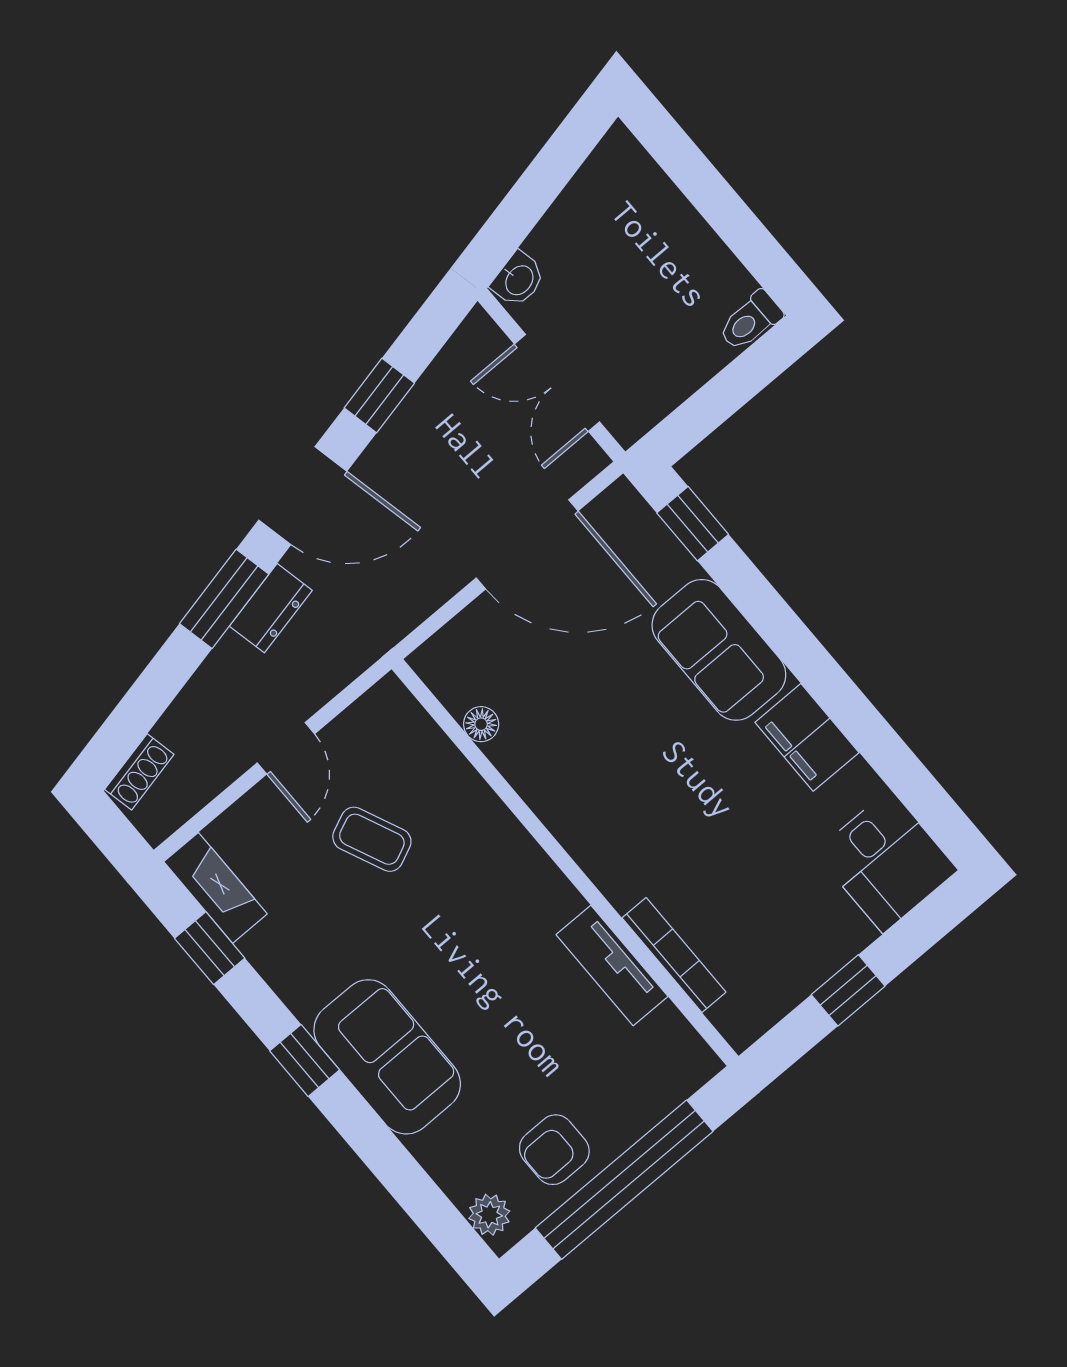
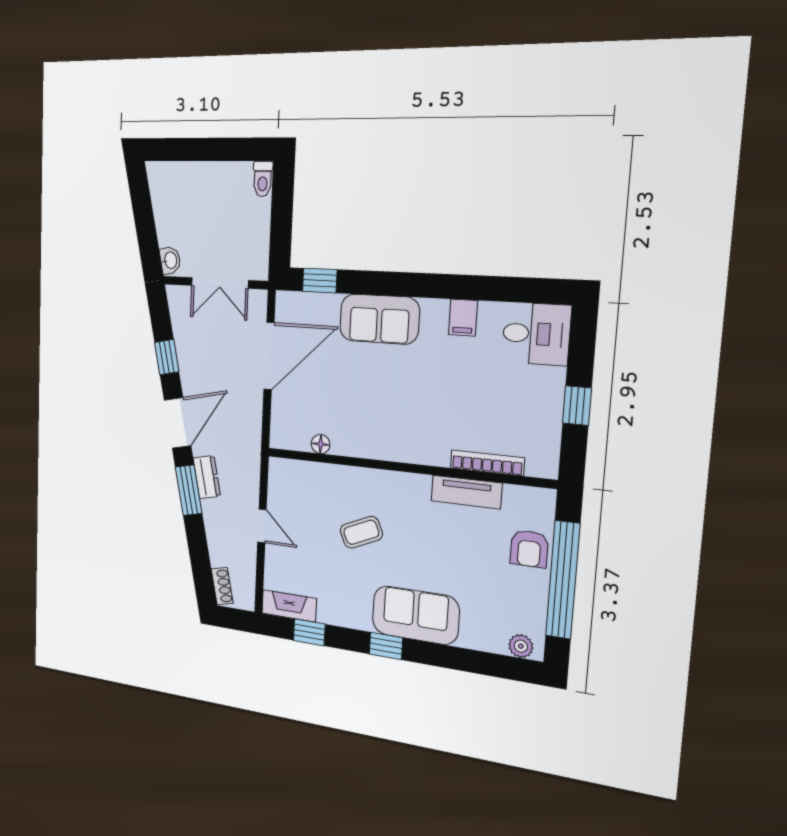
filing cabinet: (807, 737) -> (463, 318), width x0.50
coffee table: (372, 839) -> (361, 532), moved
armchair: (554, 1150) -> (529, 549), moved

